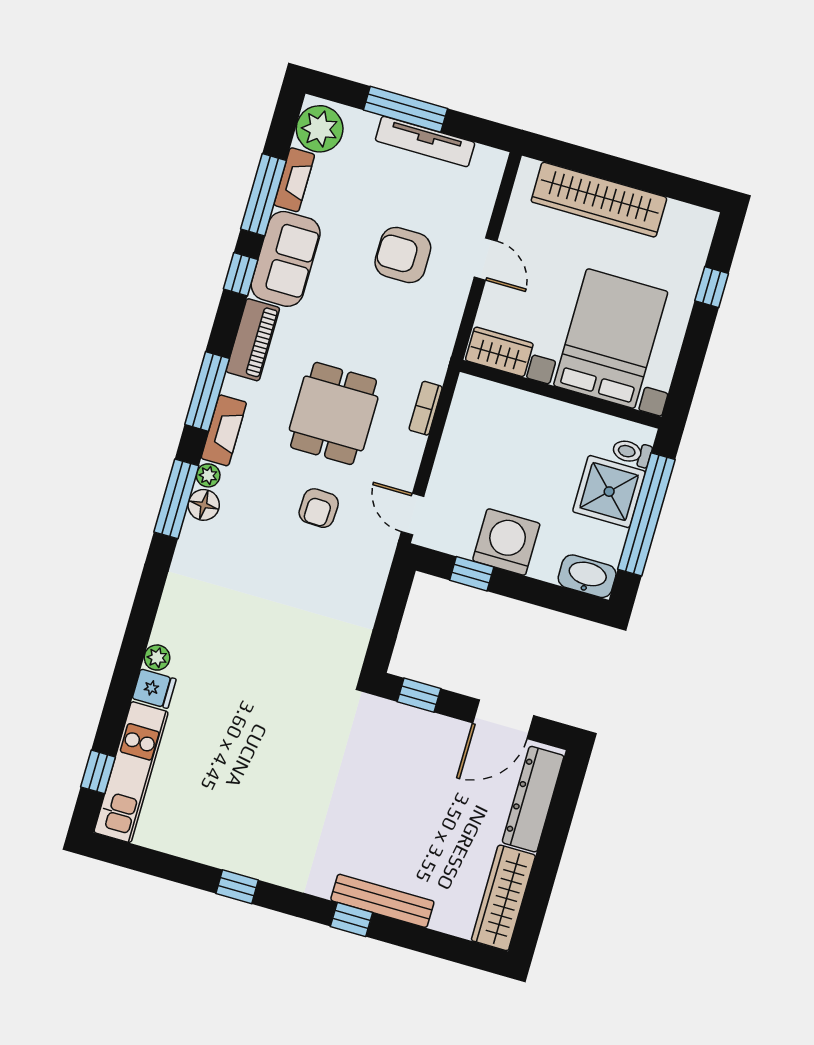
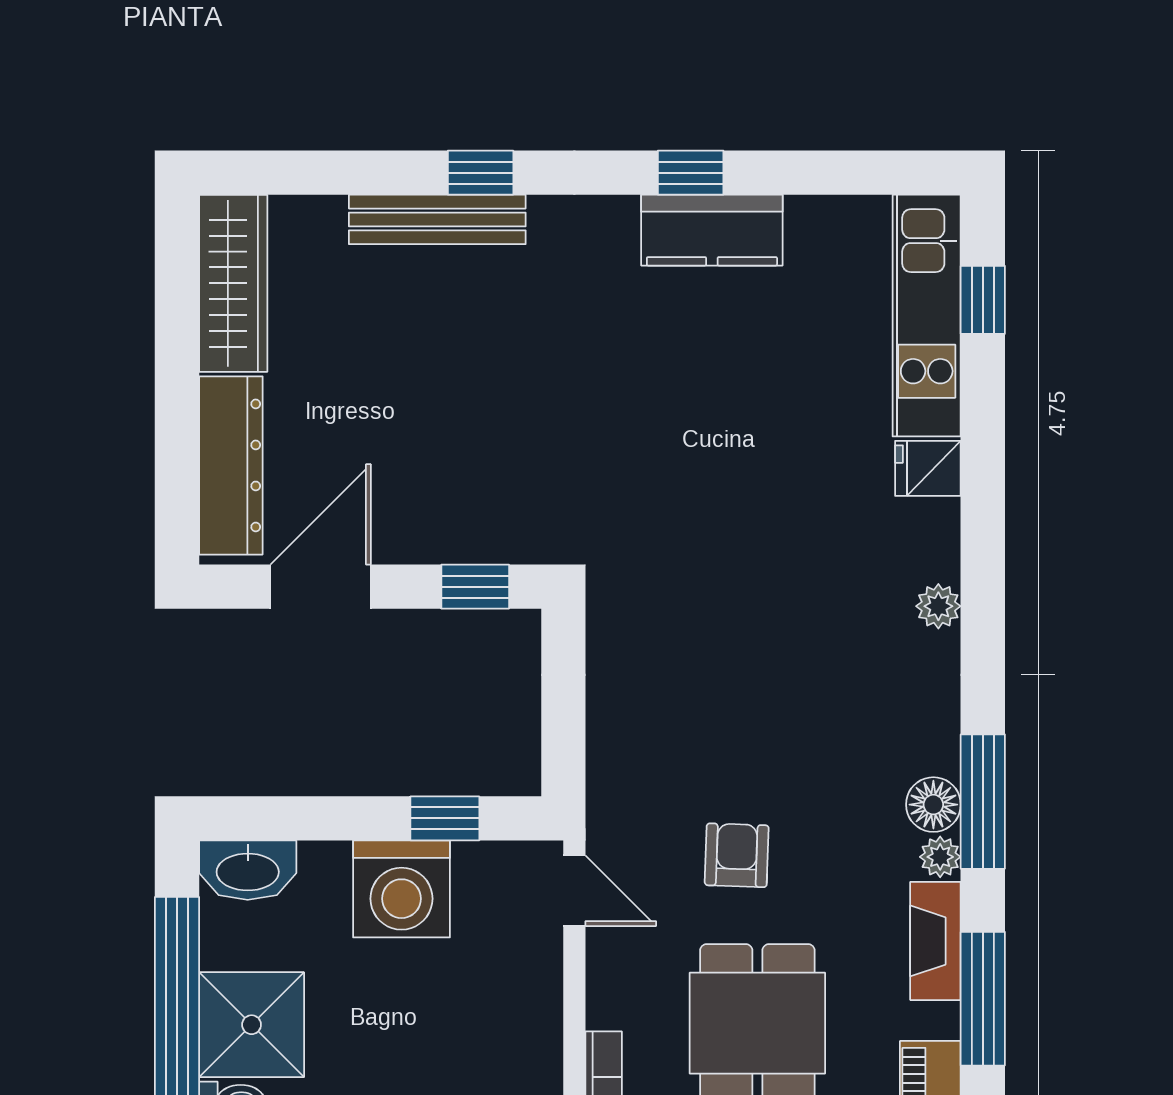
plant: (157, 658) -> (938, 606), moved
kitchen counter: (235, 852) -> (712, 230), added

